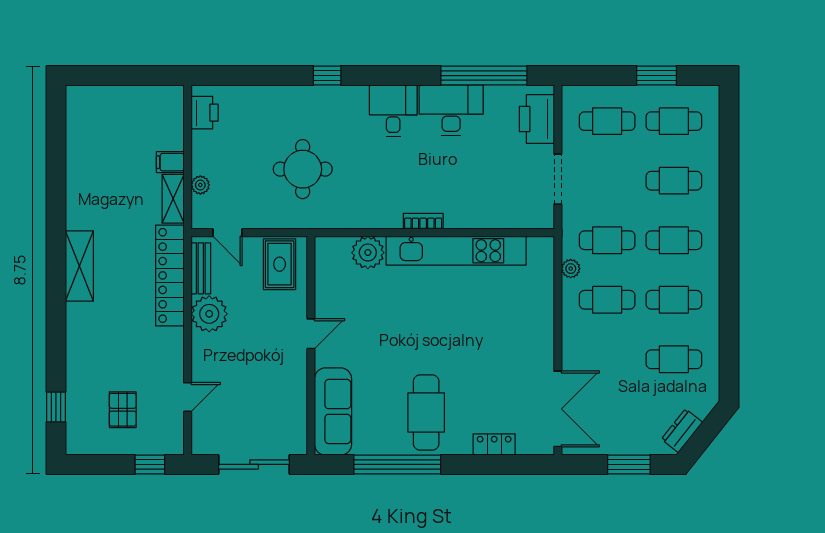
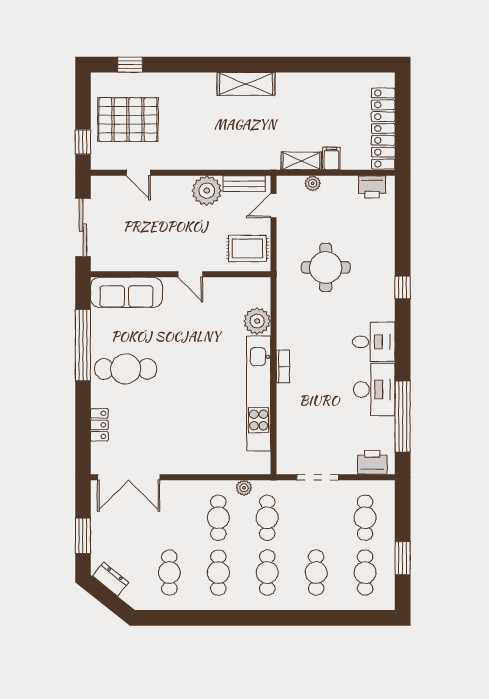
printer: (537, 119) -> (372, 462), width x0.73, depth x0.84
locker: (170, 275) -> (383, 128), moved, turned -90
pallet: (123, 410) -> (128, 120), width x2.05, depth x2.00

